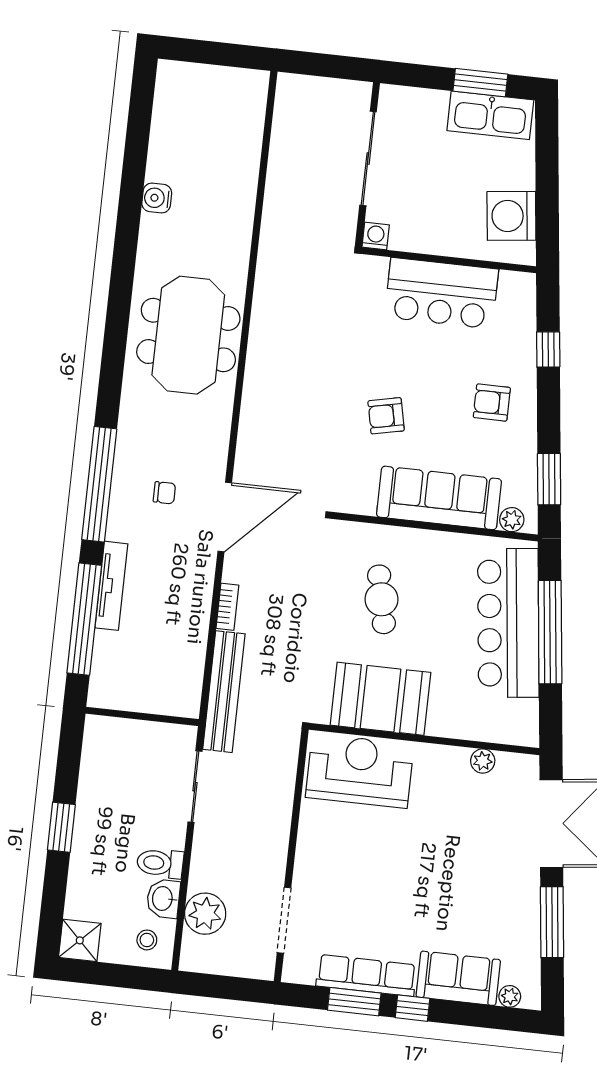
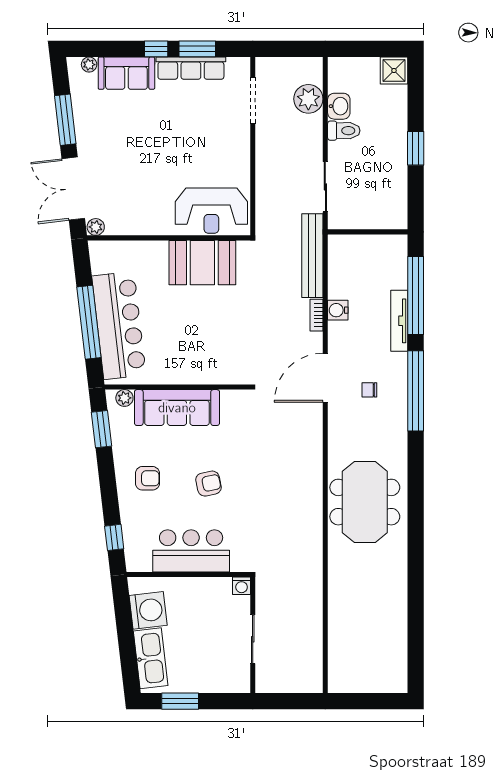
kitchen sink: (490, 115) -> (151, 658), moved, turned 83
sliding door: (368, 159) -> (253, 639), width x0.73
water cooler: (157, 198) -> (338, 310), moved, turned 180
window: (548, 349) -> (114, 537), moved
armchair: (386, 416) -> (209, 484), moved
cafe table: (381, 599) -> (209, 332), removed
plant: (483, 761) -> (96, 227), moved
stool: (147, 940) -> (347, 76), removed

